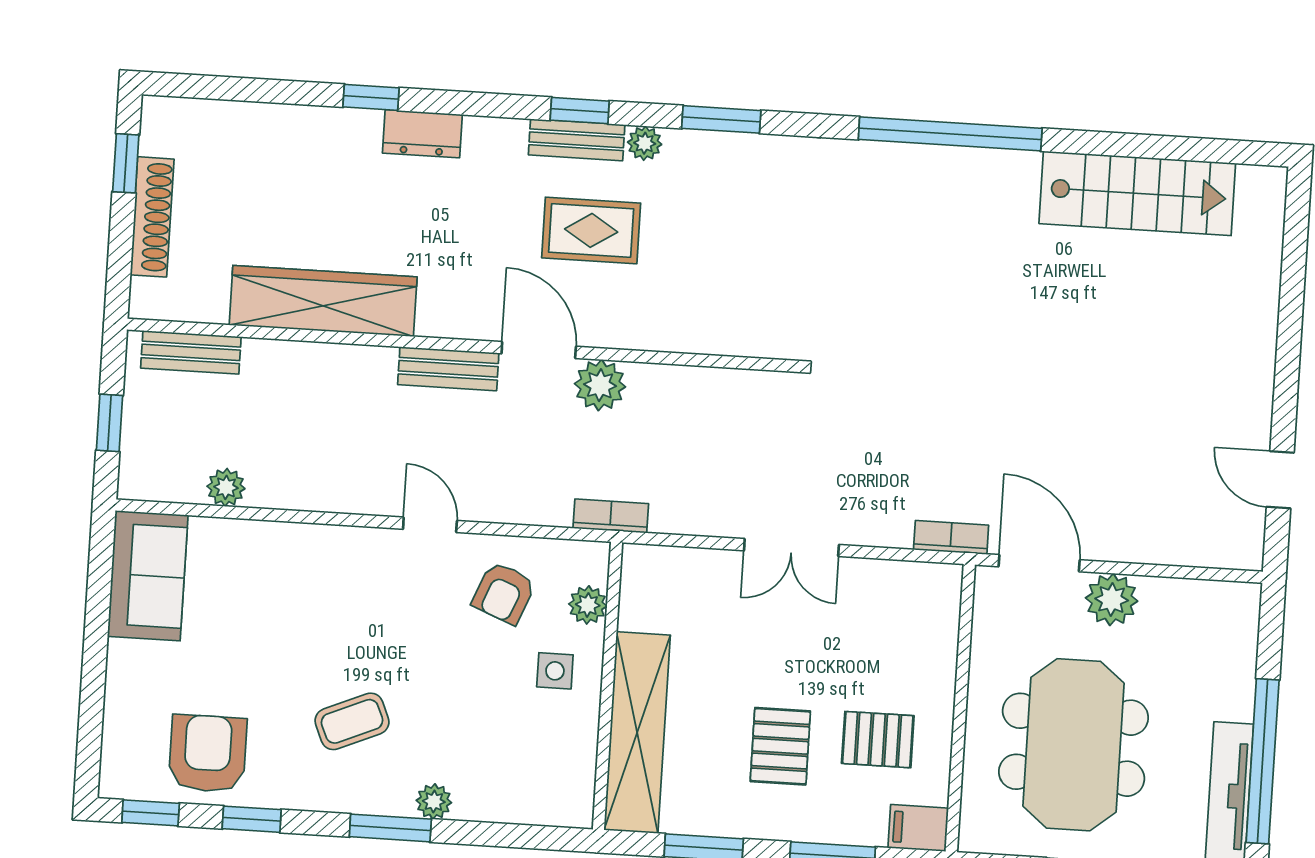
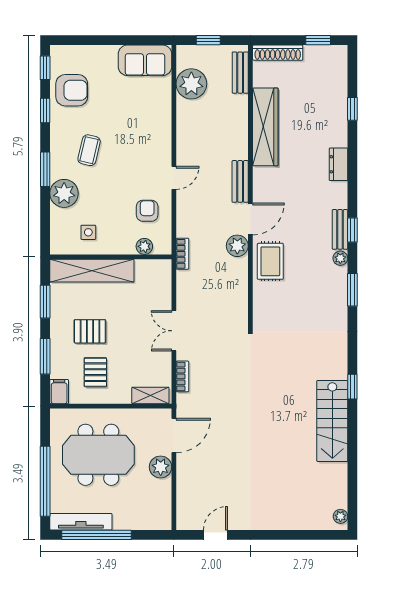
window: (371, 97) -> (352, 109), moved
window: (950, 134) -> (352, 387), width x0.32
plant: (1255, 181) -> (340, 516), added
stairs: (1137, 193) -> (332, 421), moved
shoe rack: (152, 217) -> (278, 53), moved
rug: (591, 230) -> (270, 261), moved
plant: (226, 487) -> (191, 84), width x1.87, depth x1.87
bookcase: (951, 537) -> (182, 376), moved
armchair: (504, 593) -> (147, 211), turned 68
shelving: (941, 613) -> (150, 396), added
side table: (555, 671) -> (88, 232), moved
coffee table: (352, 721) -> (89, 150), turned 36
plant: (434, 801) -> (64, 193), width x1.87, depth x1.87

